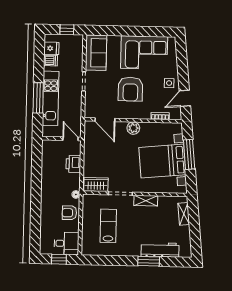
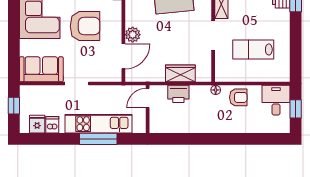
plant: (133, 128) -> (133, 35), moved
wardrobe: (96, 185) -> (180, 73), moved, turned 90
armchair: (69, 213) -> (238, 97), turned -90

